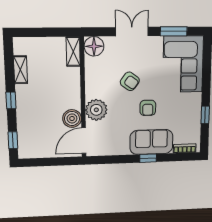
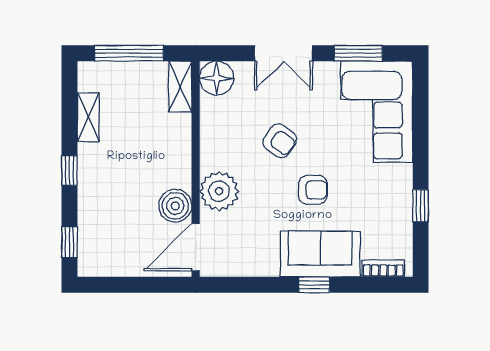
window: (43, 32) -> (129, 53), added
double door: (132, 32) -> (284, 53), swing flipped
armchair: (148, 108) -> (313, 190), turned -90

